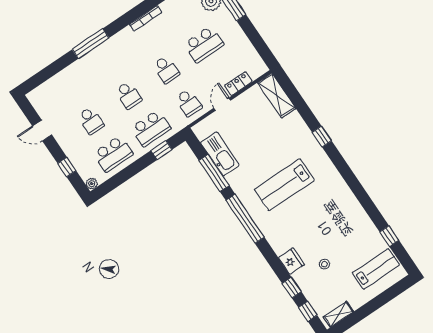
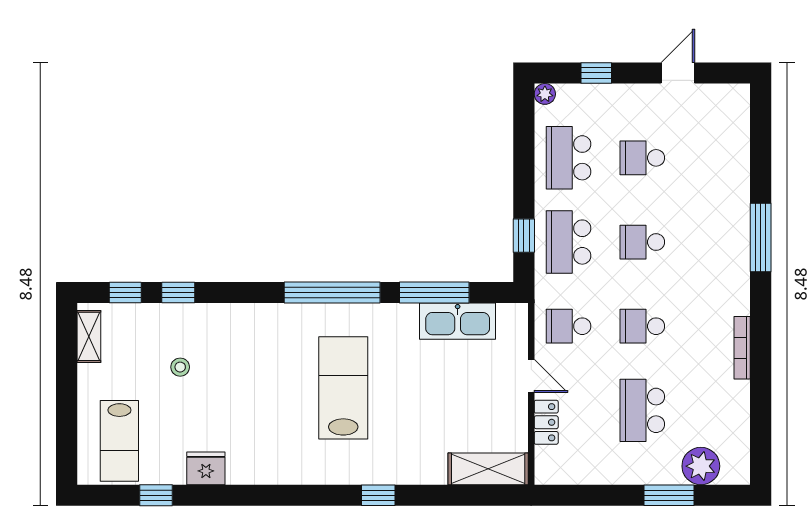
fridge: (291, 261) -> (206, 468), moved, turned 180

